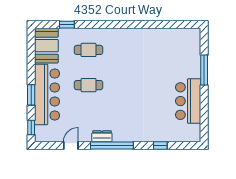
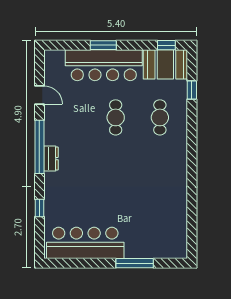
bar counter: (188, 101) -> (85, 243), width x1.36
window: (31, 128) -> (166, 45), moved
dresser: (102, 136) -> (51, 159), moved

